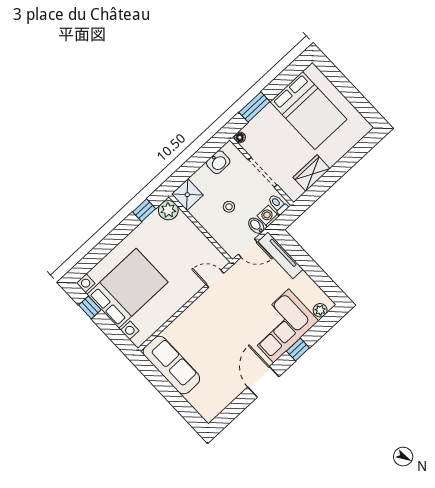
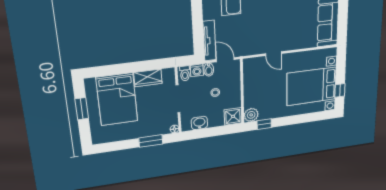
window: (352, 95) -> (82, 109), added
bed: (309, 110) -> (117, 99), moved, turned 180
door: (215, 279) -> (274, 54), moved

